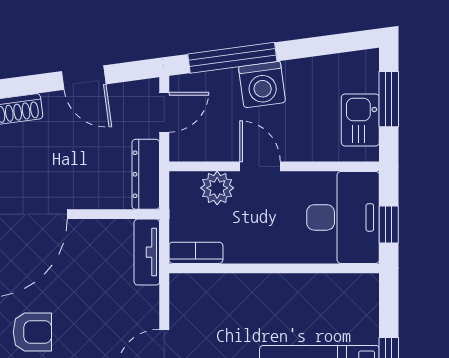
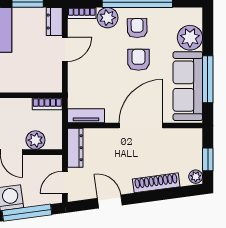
tv unit: (147, 252) -> (86, 116), moved, turned -90
armchair: (32, 332) -> (138, 60), turned 90

